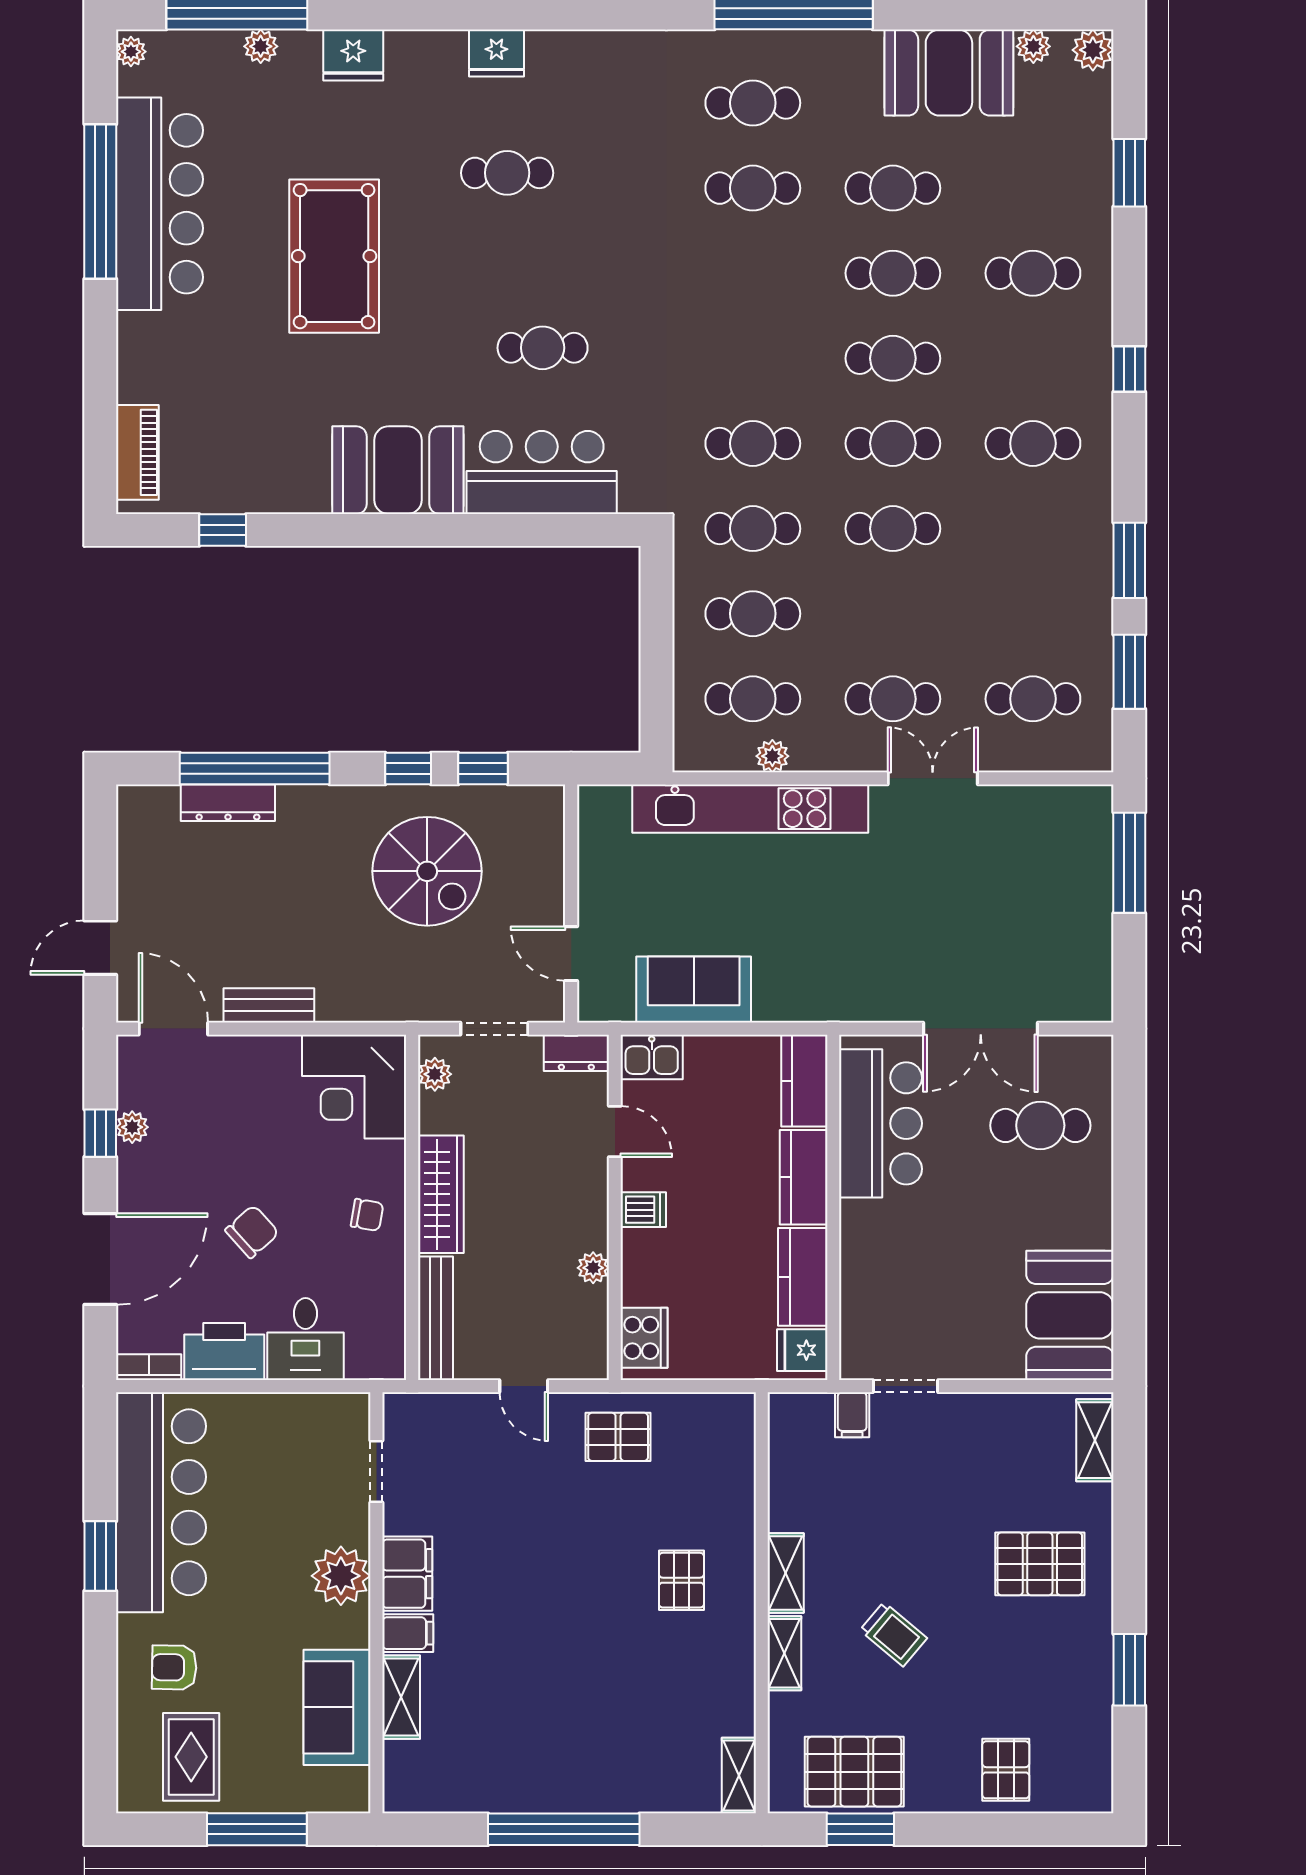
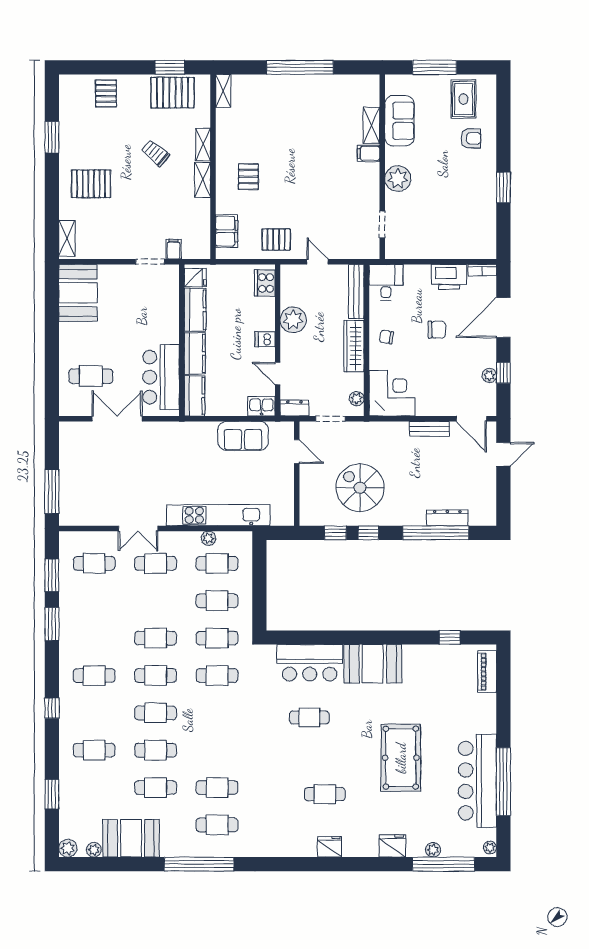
chair: (252, 1232) -> (437, 330), turned -138
plant: (593, 1268) -> (293, 320), width x1.88, depth x1.88
desk: (305, 1339) -> (386, 282), moved
bar counter: (161, 1502) -> (477, 211), removed
filing cabinet: (407, 1574) -> (227, 231), moved, turned 180

